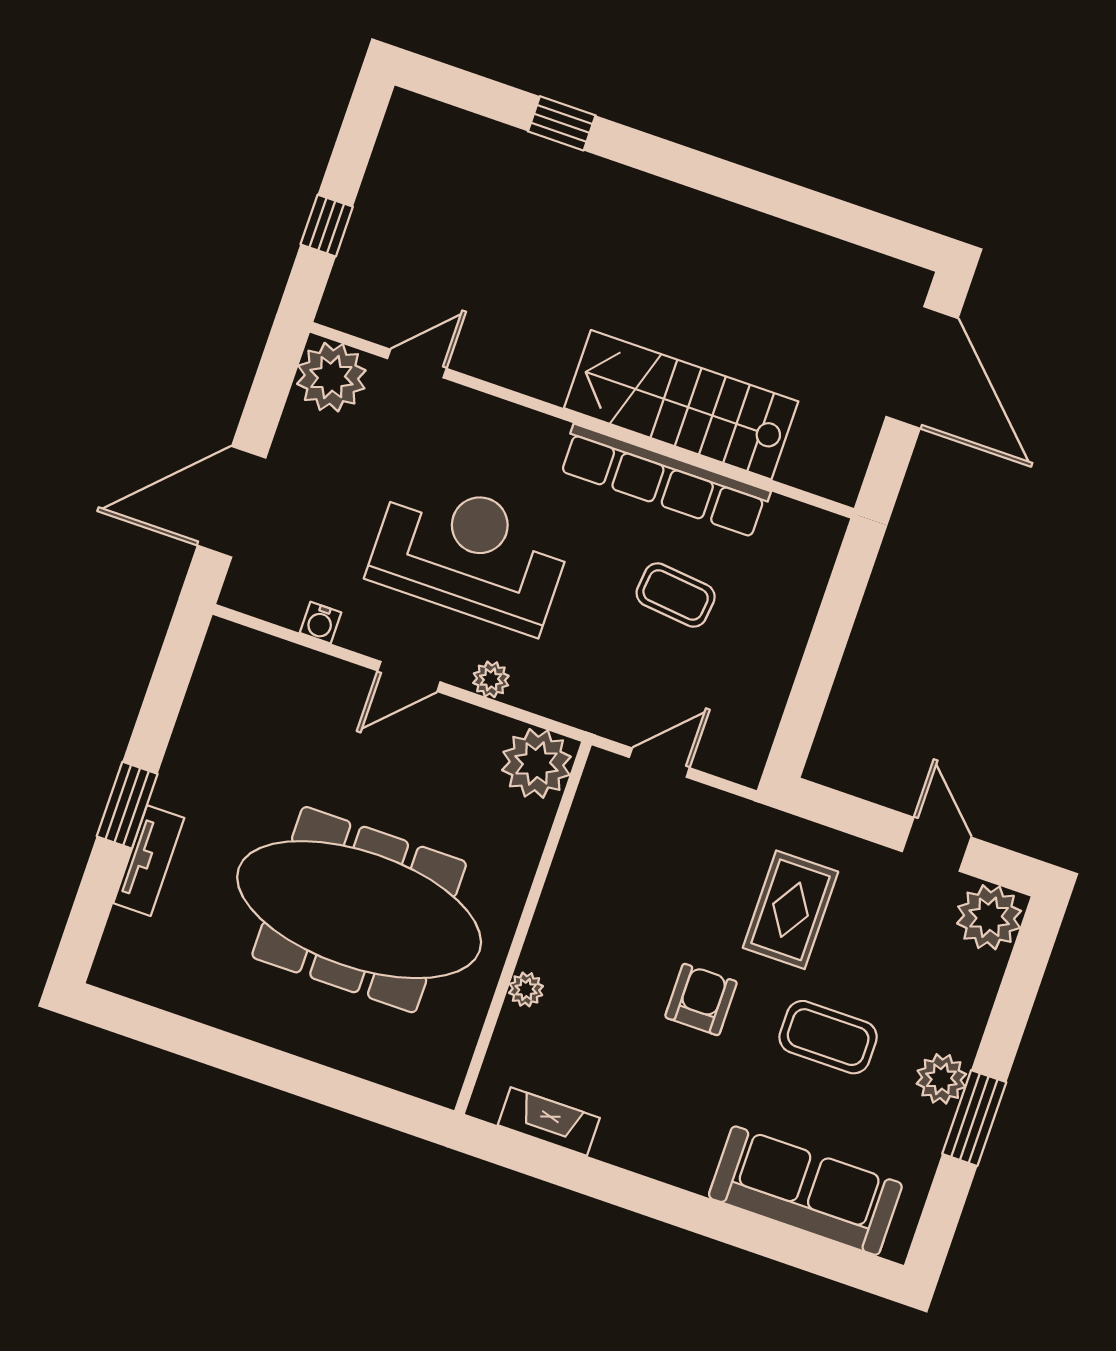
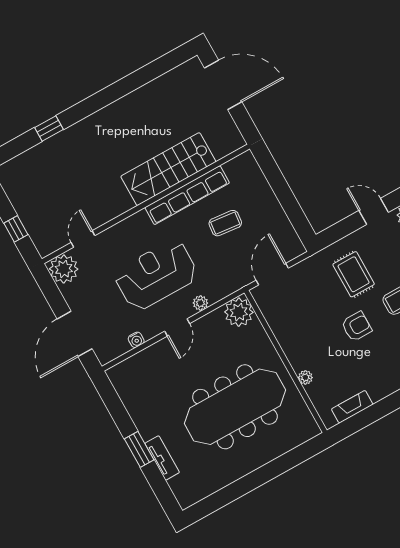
door: (659, 763) -> (272, 274), width x1.38
armchair: (701, 999) -> (357, 326), turned 90

